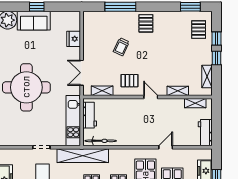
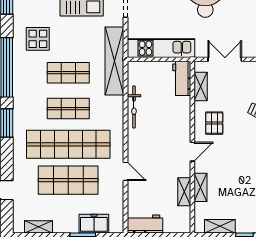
shelving: (195, 103) -> (184, 192), moved
workbench: (90, 115) -> (182, 78), moved, turned 90
bicycle: (101, 141) -> (134, 107), moved

